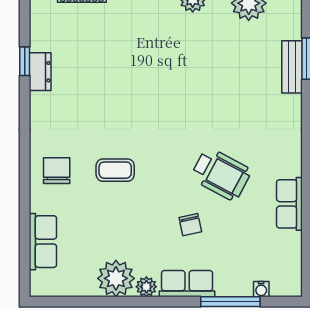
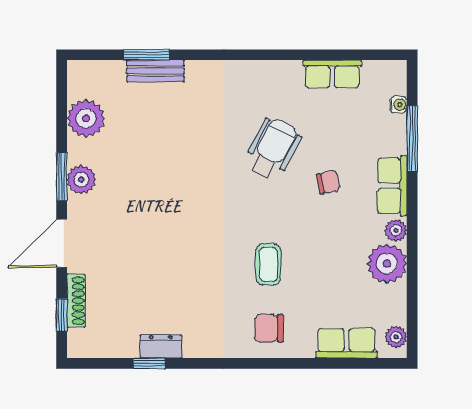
row of seats: (289, 204) -> (332, 74), moved
plant: (49, 287) -> (396, 337), added

